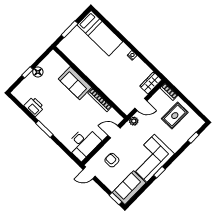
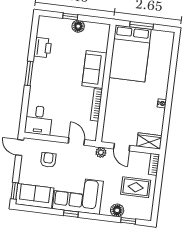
bed: (100, 33) -> (130, 53), moved, width x1.50
floor lamp: (181, 140) -> (117, 210), added
desk: (83, 143) -> (39, 120), width x0.73

